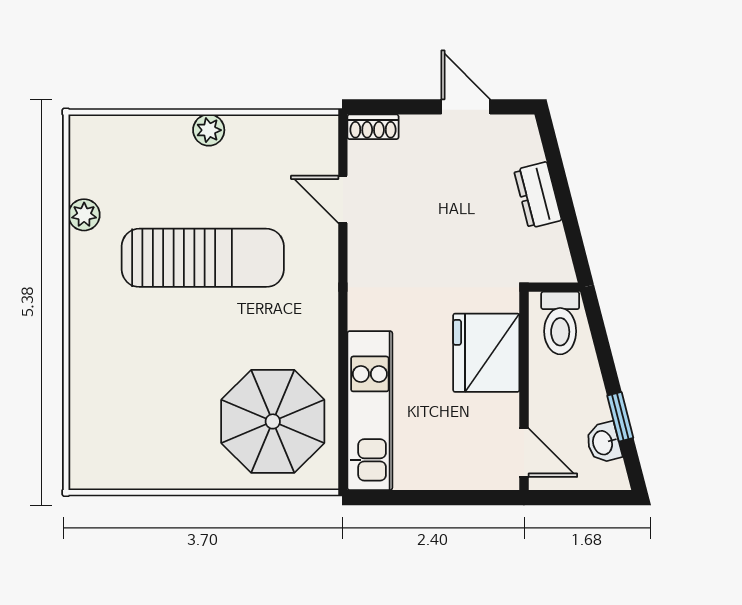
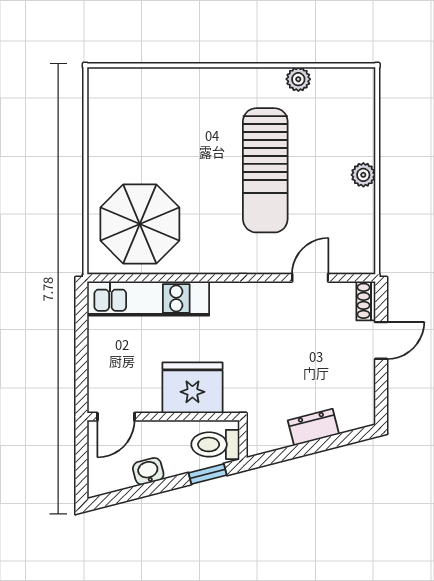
door: (466, 107) -> (381, 340), moved
window: (620, 417) -> (208, 474), moved
washbasin: (603, 443) -> (148, 471), moved

